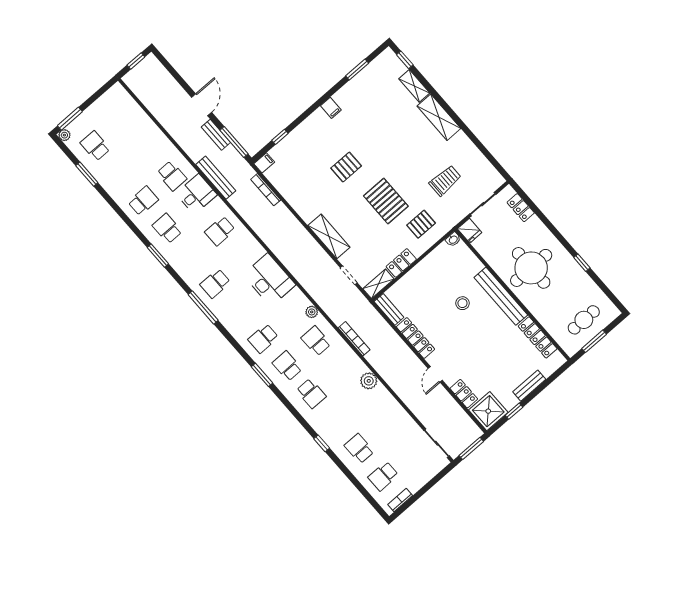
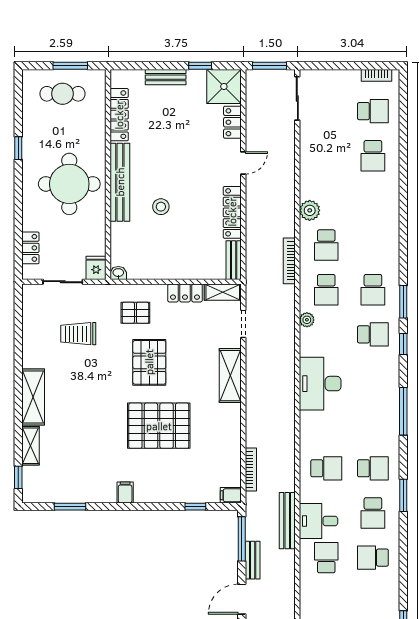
pallet: (346, 167) -> (159, 426), width x2.05, depth x2.00
school desk: (215, 283) -> (373, 468), moved
school desk: (311, 394) -> (326, 245), moved, turned 180
window: (322, 443) -> (403, 344), moved

